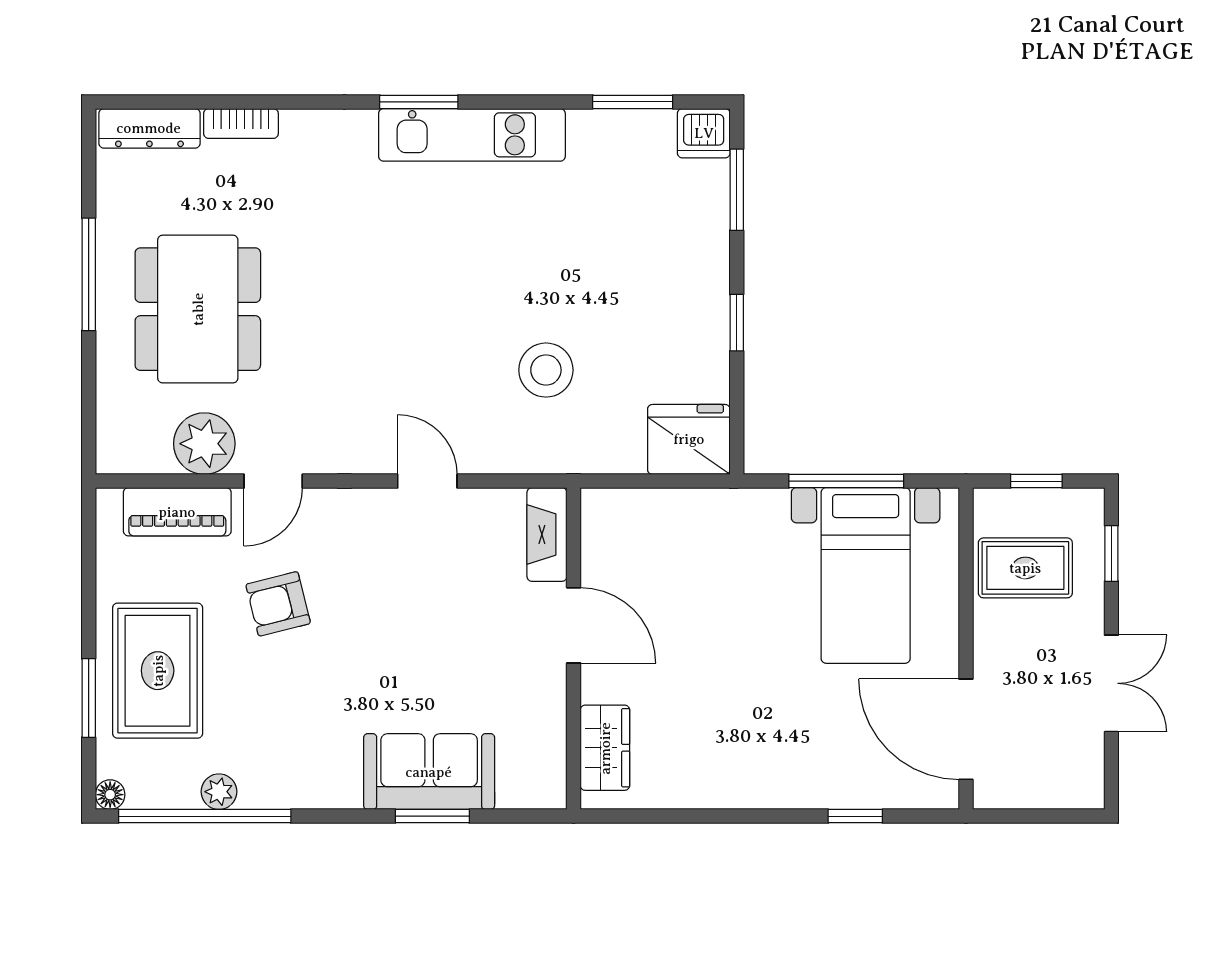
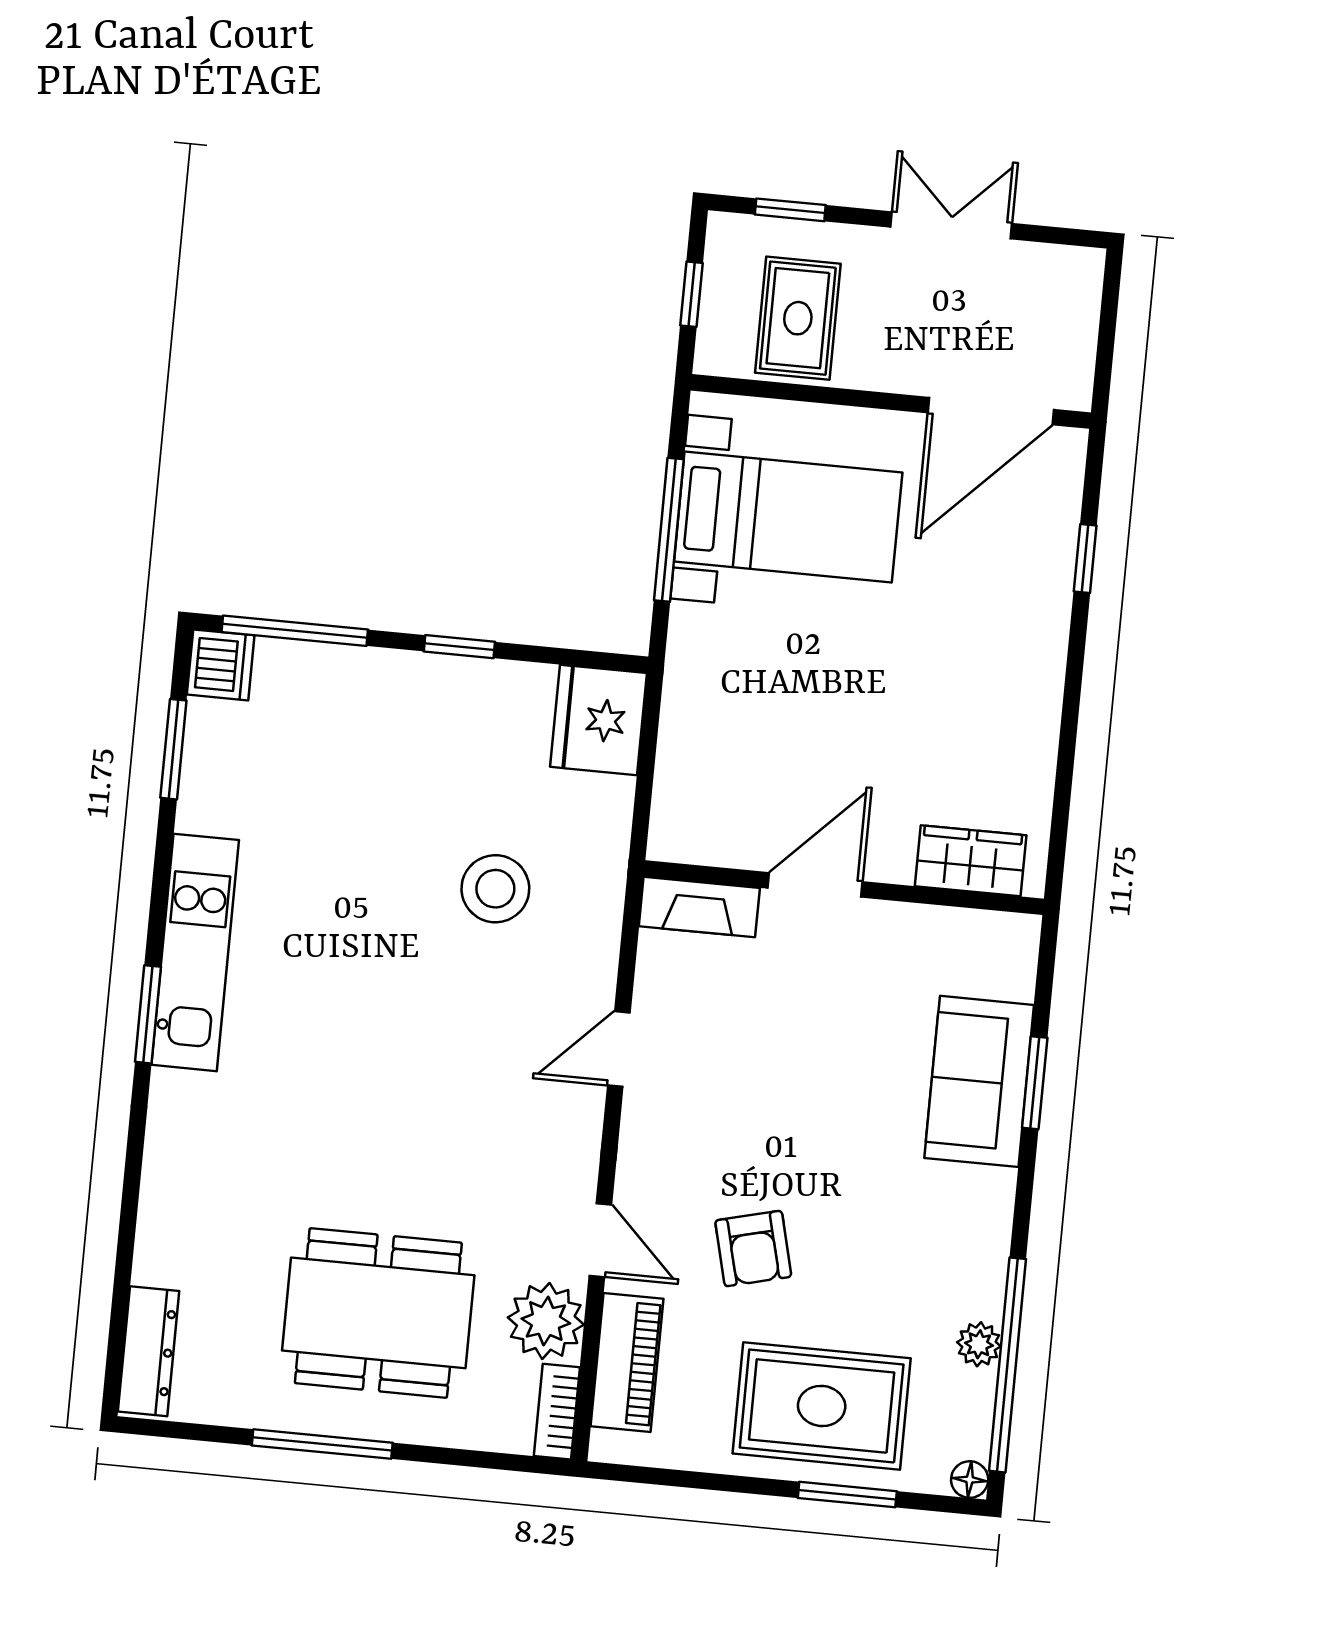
bookcase: (241, 123) -> (557, 1412), moved, turned 180
window: (737, 190) -> (295, 631), width x1.44

